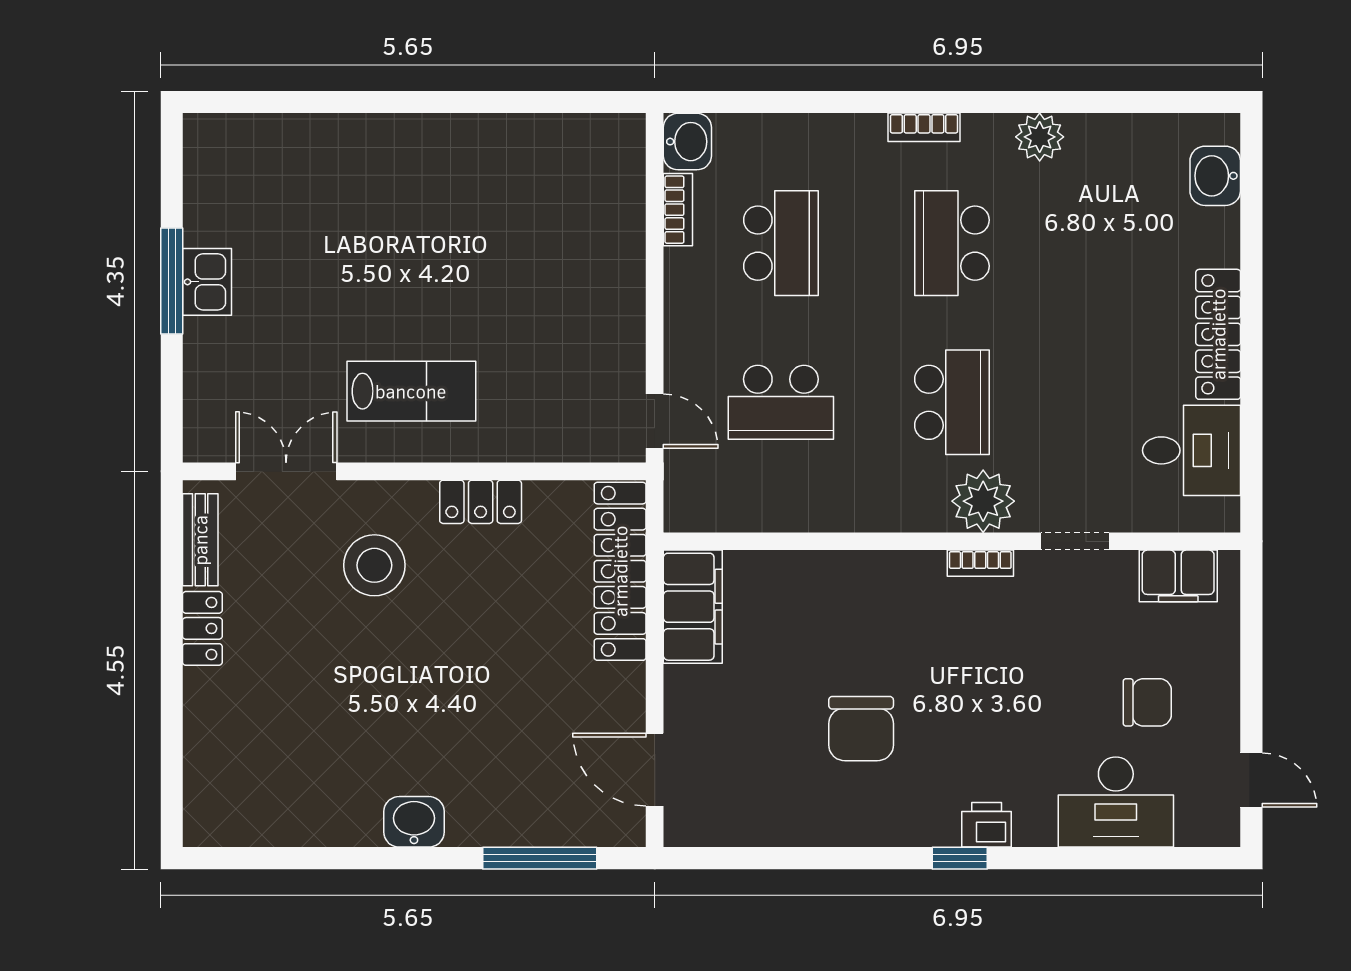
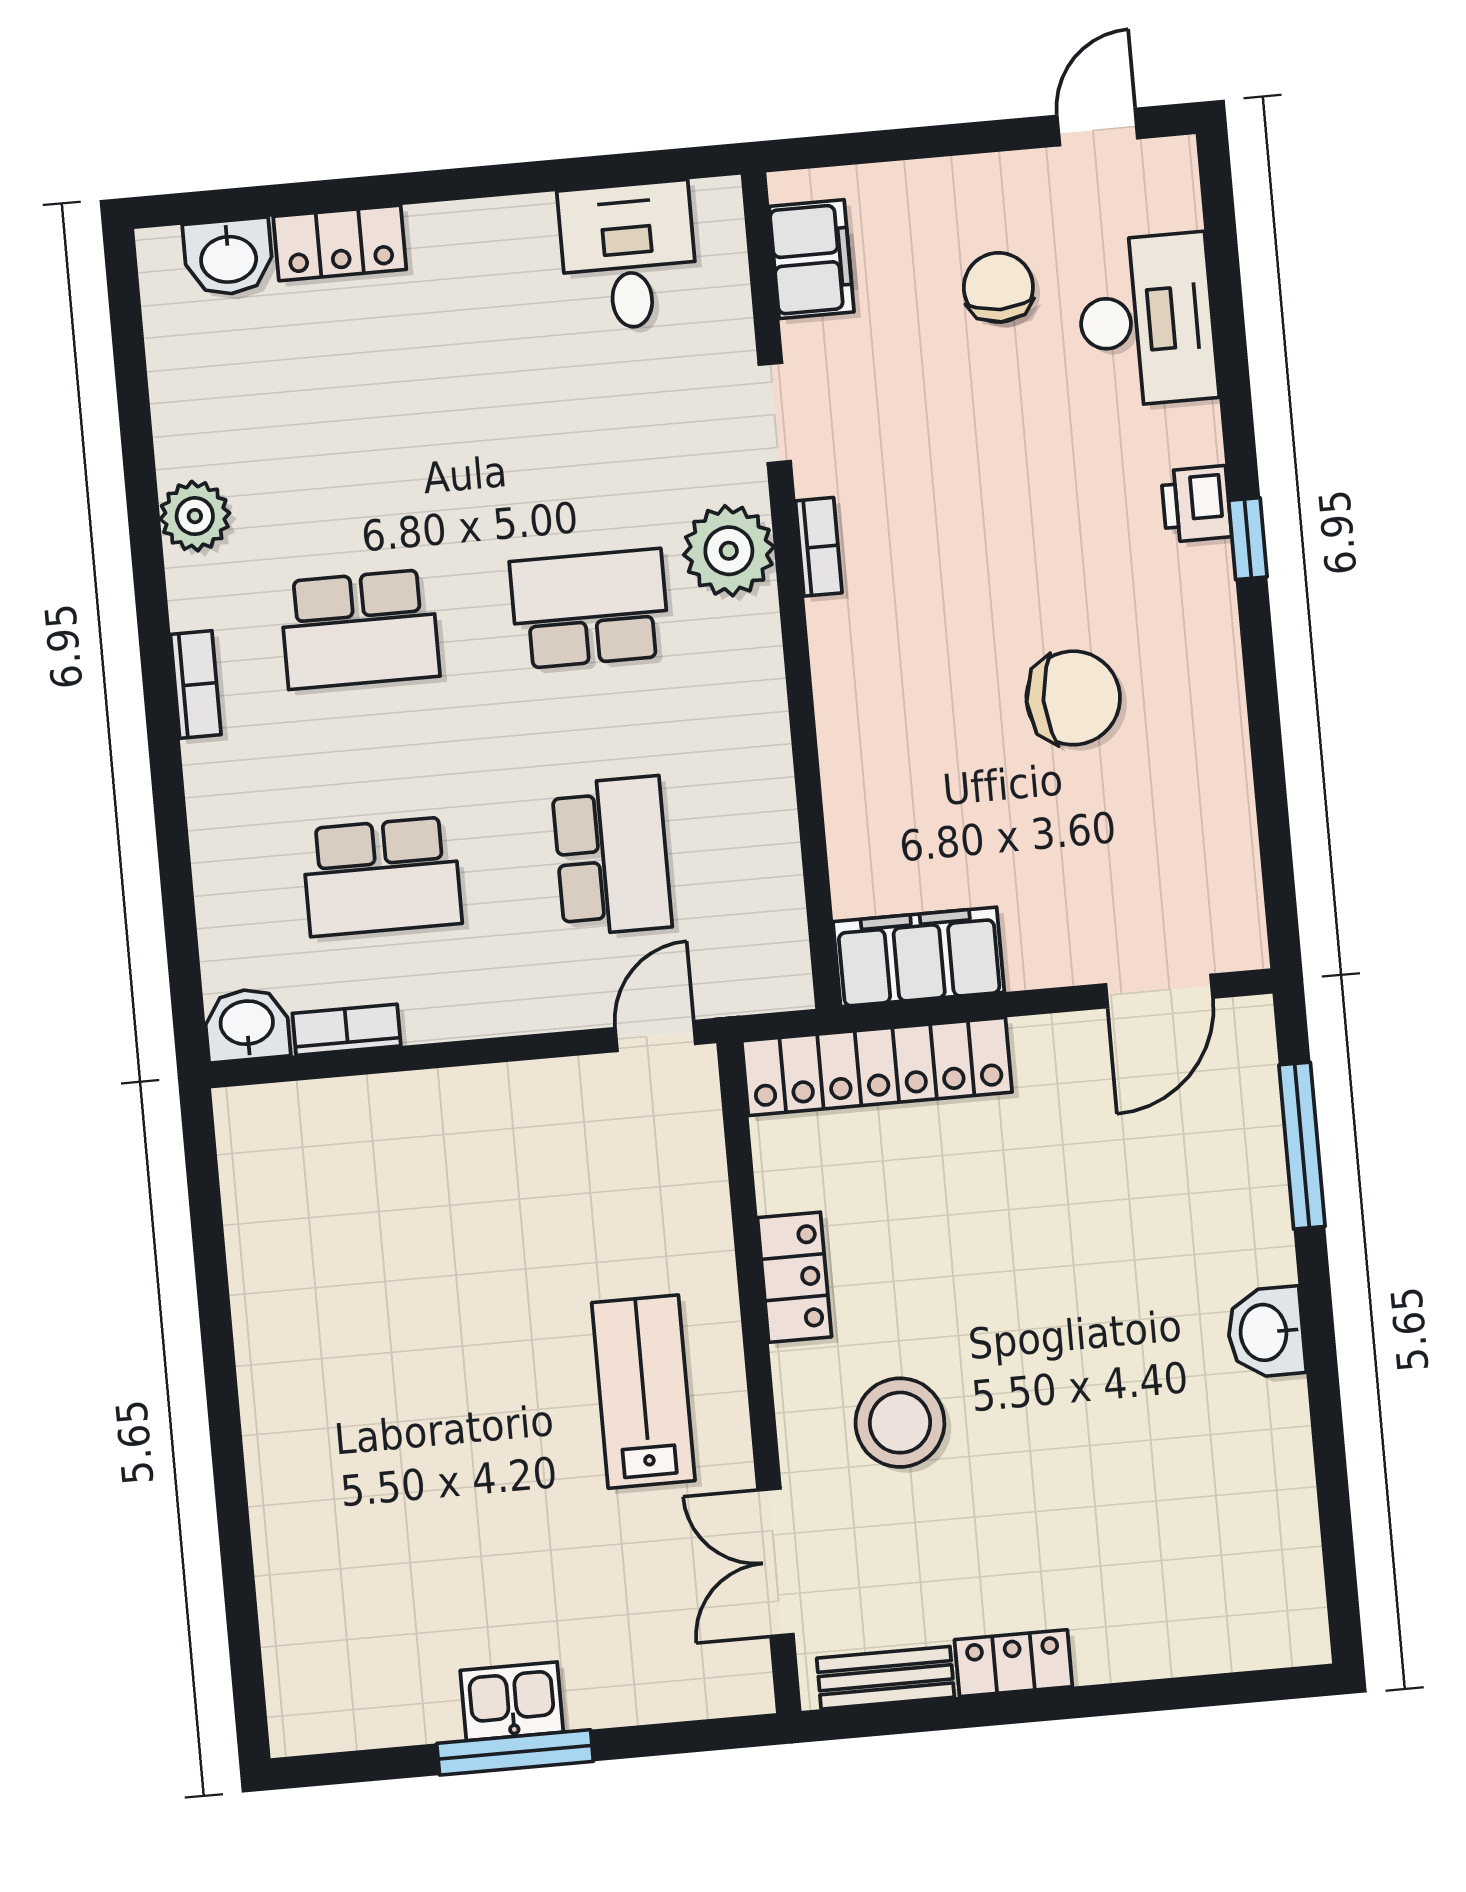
school desk: (781, 243) -> (382, 876), turned 180
locker: (1218, 334) -> (340, 243), moved, width x0.66

